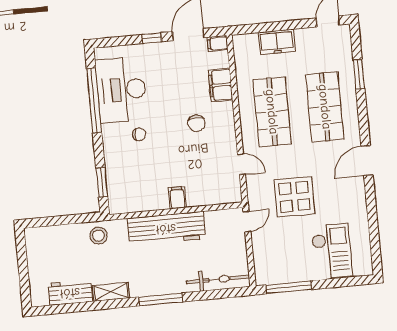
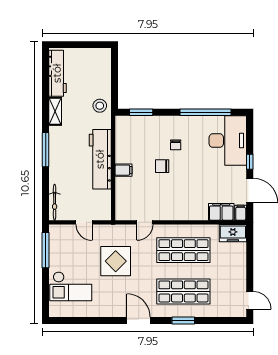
freezer: (277, 42) -> (233, 233), moved, turned -90
window: (359, 74) -> (183, 321), moved
filing cabinet: (221, 85) -> (221, 212), moved
desk: (121, 90) -> (228, 141), moved, turned 90
chair: (197, 123) -> (162, 166), moved
door: (247, 222) -> (84, 222), moved
bicycle: (218, 279) -> (55, 202), width x0.73, depth x0.71
workbench: (70, 293) -> (57, 73), width x1.38

